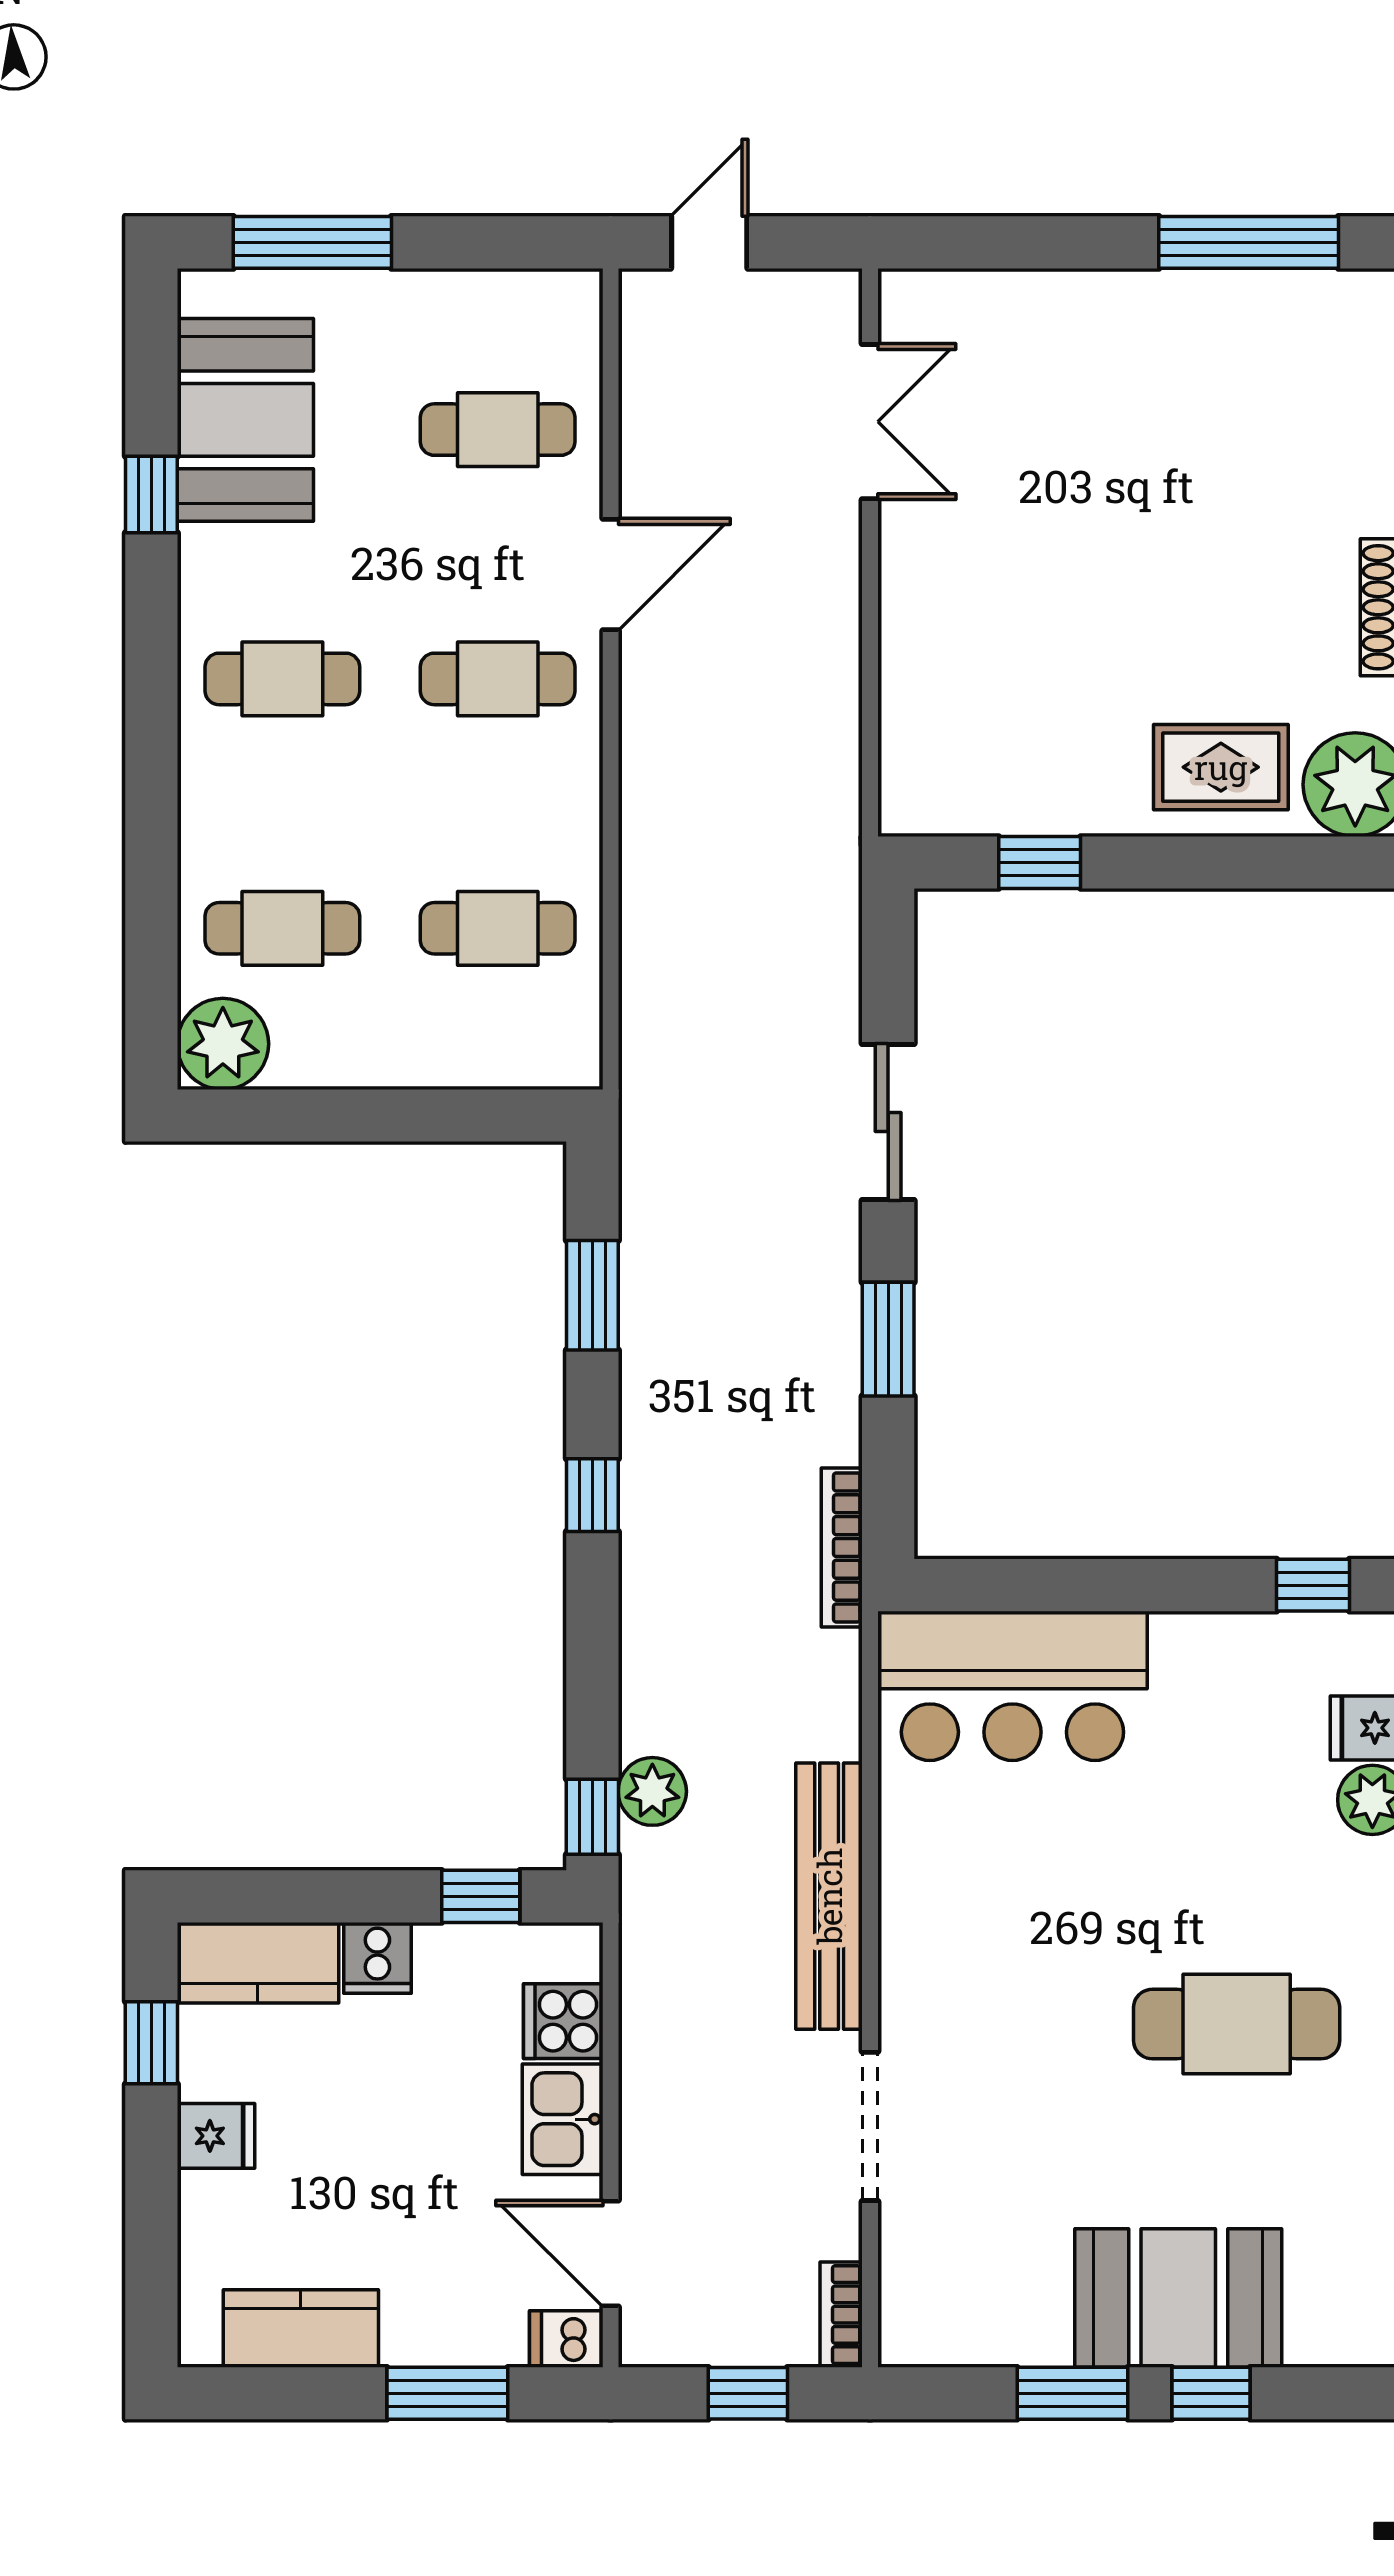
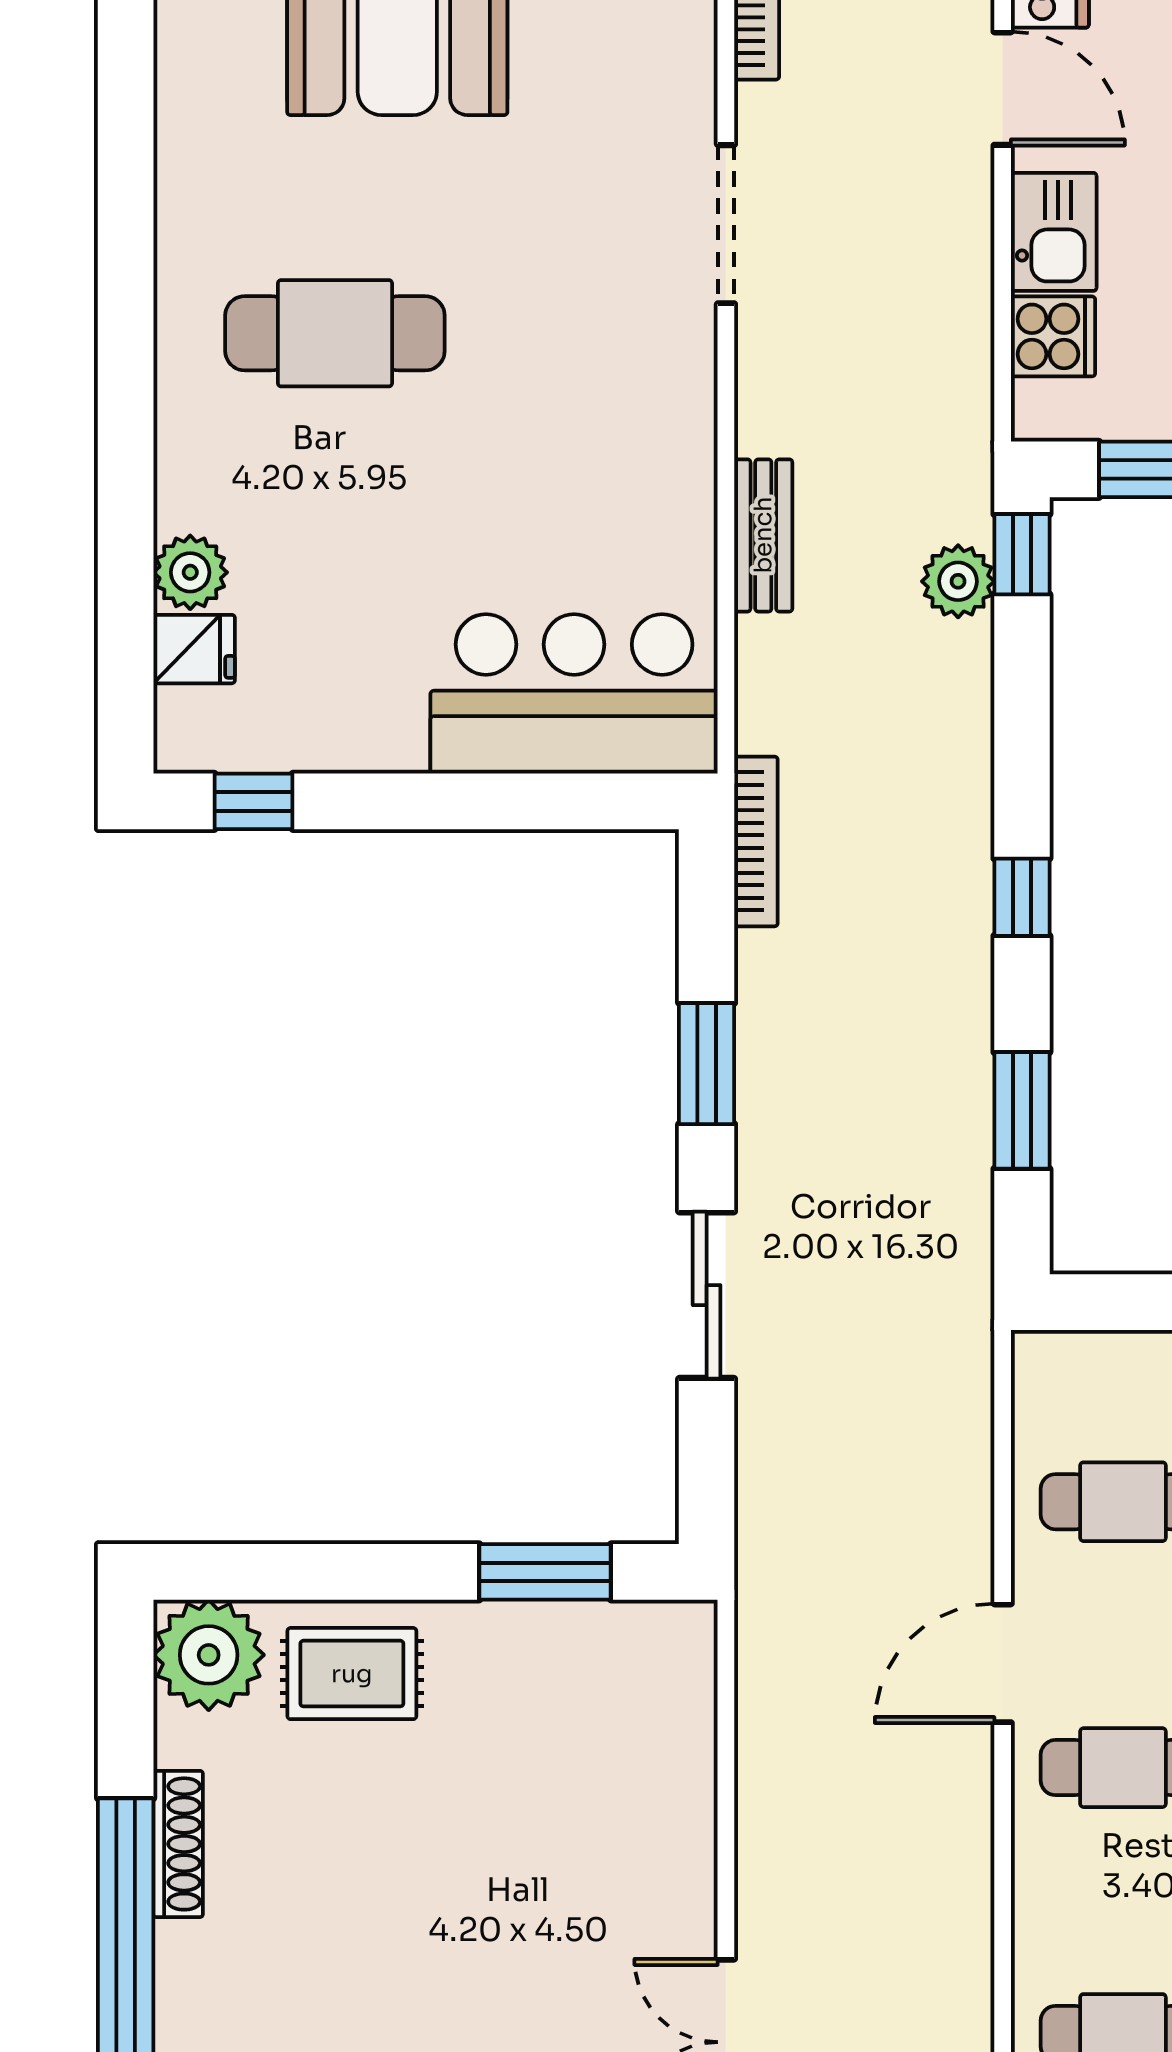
door: (611, 574) -> (1003, 1663), moved
window: (1040, 862) -> (545, 1572), width x1.50
bench: (829, 1896) -> (763, 535), width x0.54, depth x0.82

